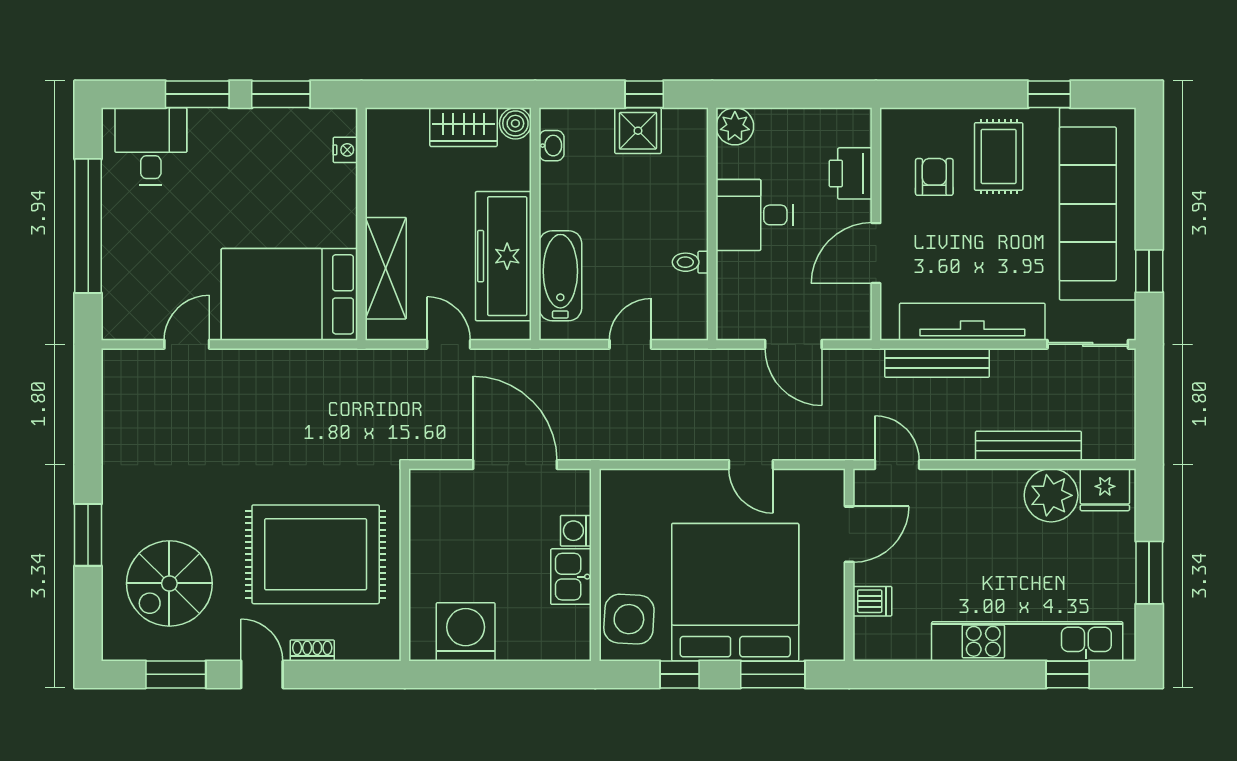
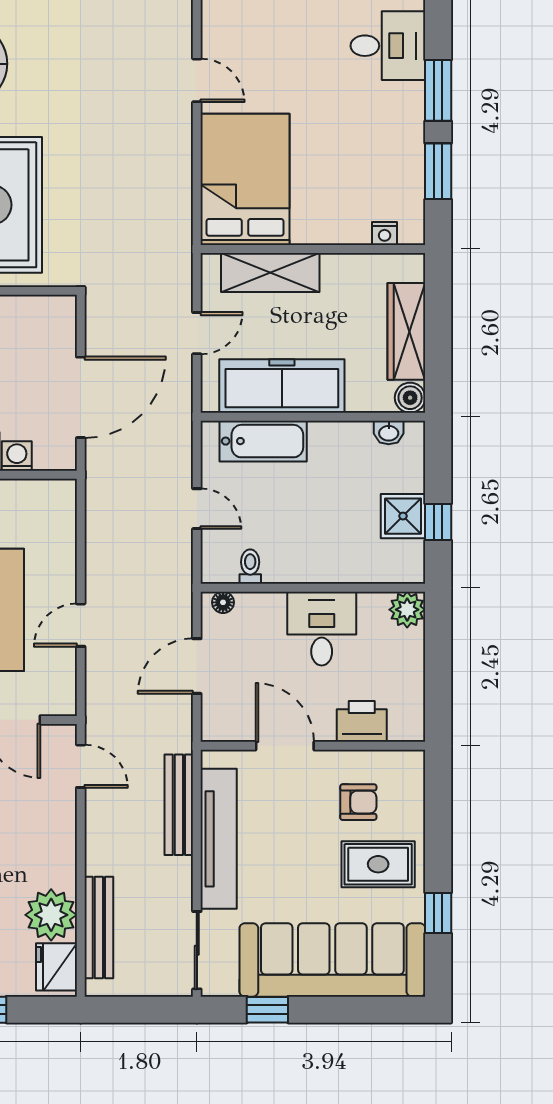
wardrobe: (464, 127) -> (406, 331), width x1.50
toilet: (690, 262) -> (250, 567), moved
floor lamp: (727, 317) -> (223, 602), added
bench: (1028, 446) -> (99, 928), moved
door: (897, 465) -> (81, 766), hinge flipped

